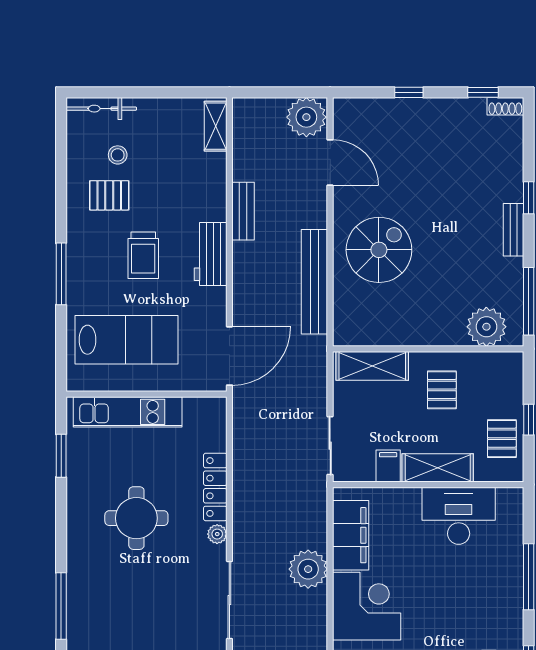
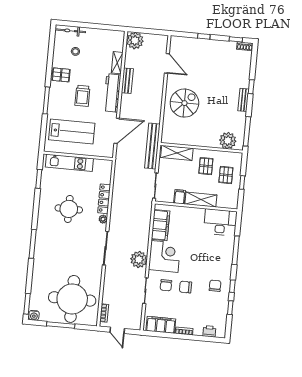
plant: (306, 117) -> (135, 41), moved
shelving: (216, 126) -> (117, 63), moved
pallet: (109, 195) -> (61, 75), moved
workbench: (211, 254) -> (112, 93), width x1.38
bench: (314, 282) -> (152, 146), moved
door: (229, 356) -> (117, 131), moved
pallet: (502, 439) -> (226, 175), moved
desk: (459, 516) -> (220, 222), moved
plant: (308, 569) -> (139, 259), moved

